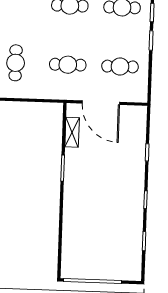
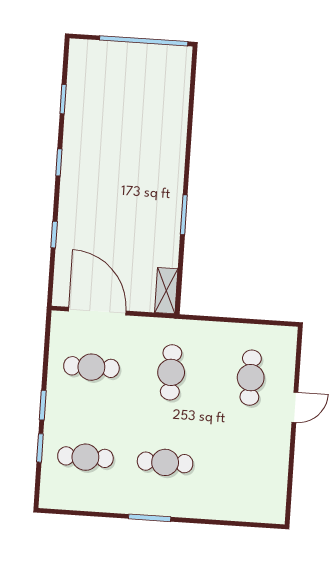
cafe table: (68, 65) -> (171, 372), turned 90
door: (101, 103) -> (97, 311), moved
shelving: (72, 132) -> (166, 291), moved

